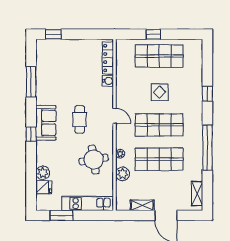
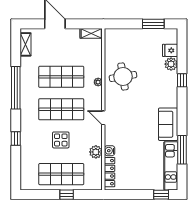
cafe table: (80, 119) -> (136, 114), removed
sofa: (46, 123) -> (168, 124), moved
window: (31, 134) -> (182, 80), moved
plant: (123, 174) -> (96, 152), moved
kitchen unit: (87, 203) -> (171, 166), moved, turned 90
shelving: (142, 205) -> (91, 33), moved

